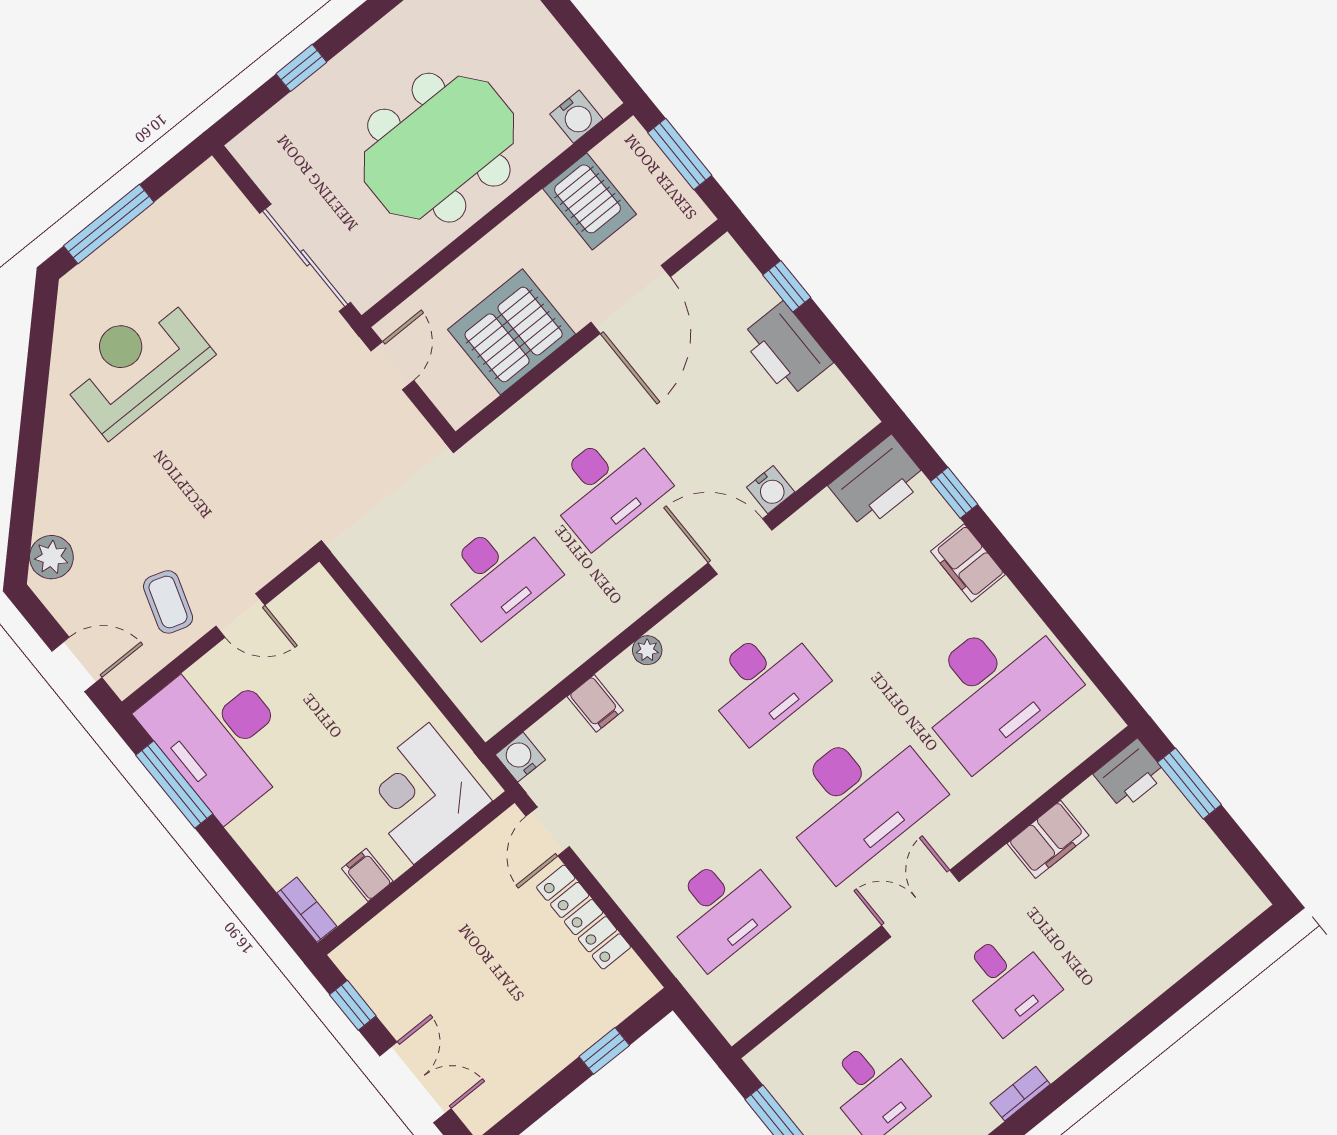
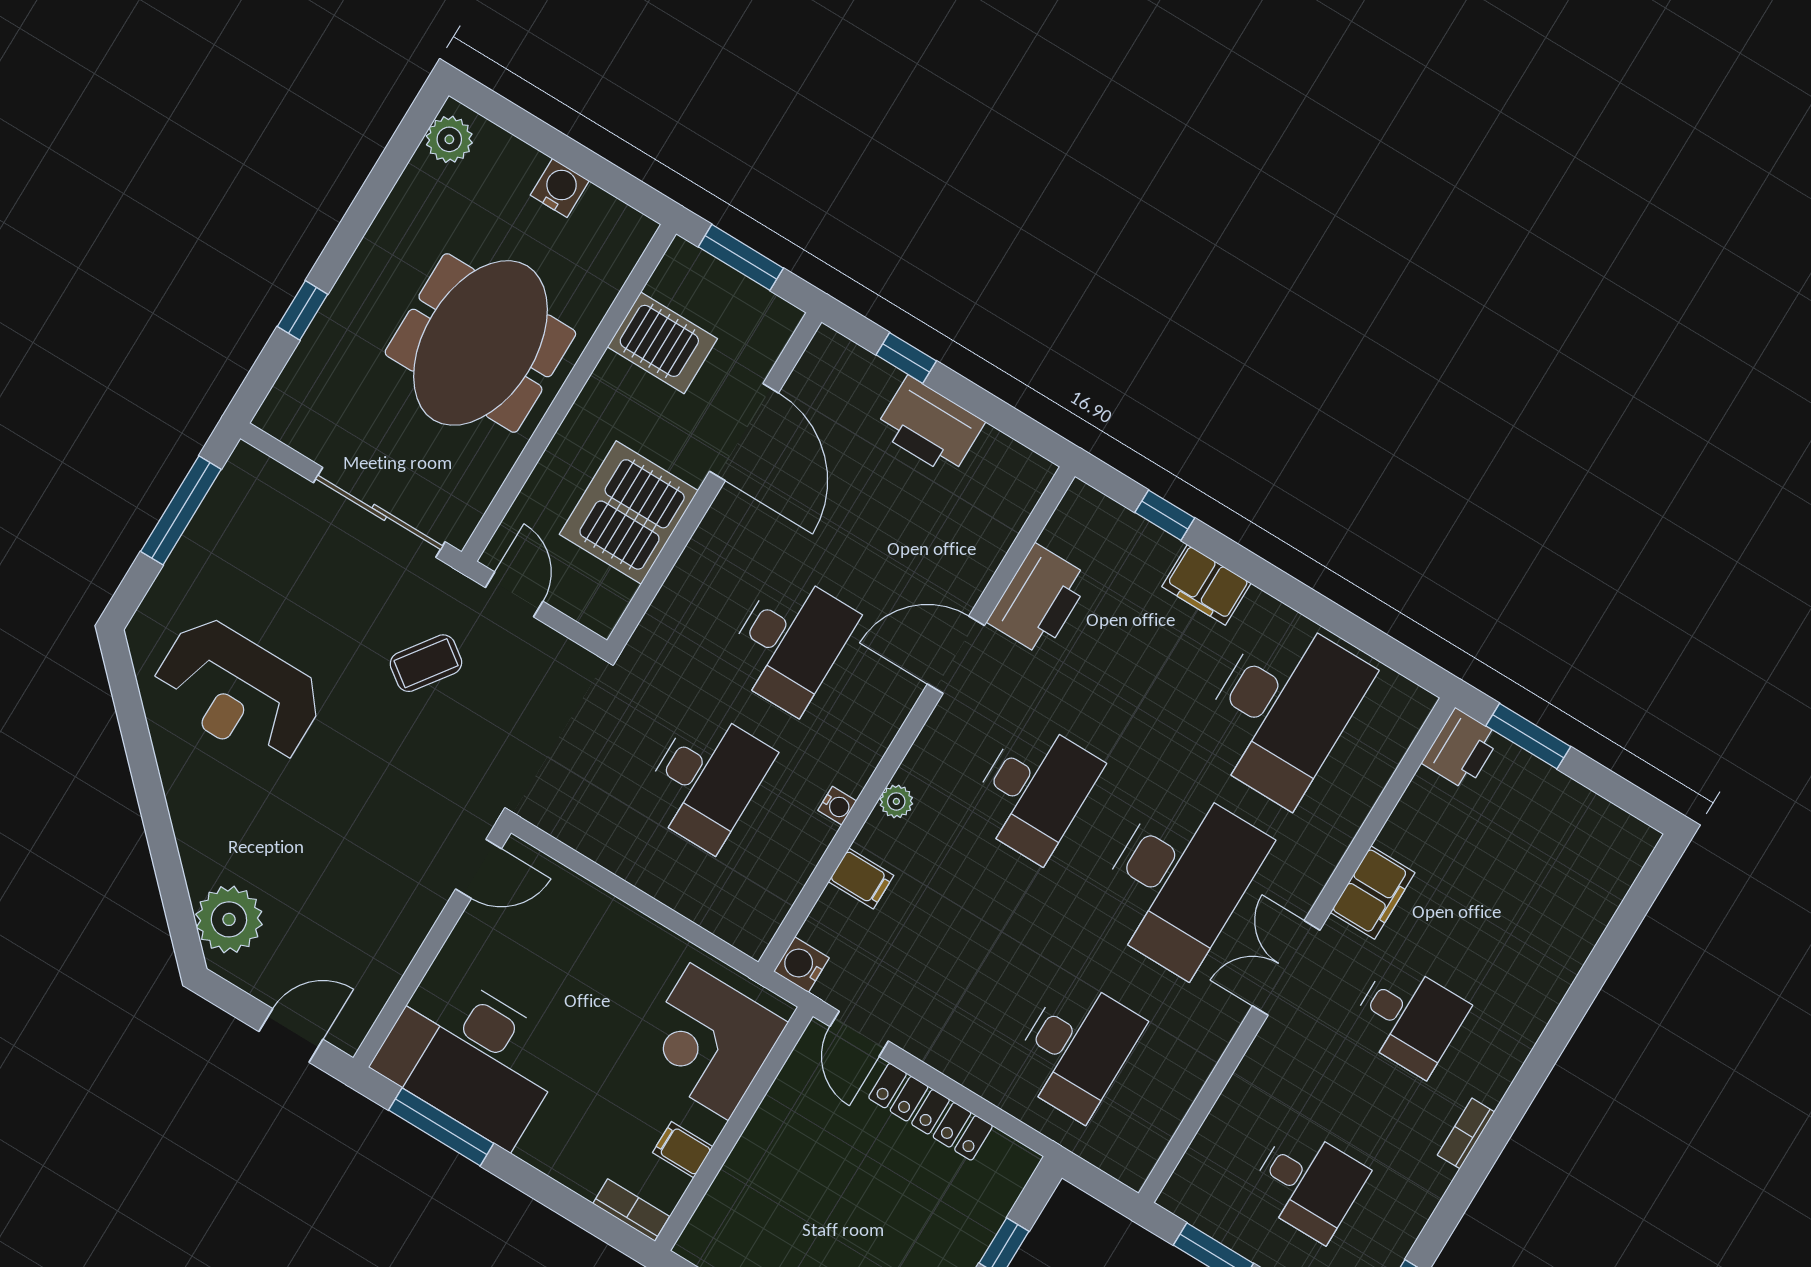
water cooler: (576, 117) -> (560, 188), moved, turned -90
window: (109, 224) -> (181, 510), moved
reception desk: (135, 364) -> (238, 692), turned -90
printer: (878, 483) -> (1039, 600), moved
water cooler: (771, 490) -> (837, 806), moved, width x0.72, depth x0.72
plant: (51, 557) -> (229, 919), width x1.36, depth x1.36
coffee table: (168, 602) -> (426, 663), moved, turned -72
door: (240, 616) -> (479, 869), moved
filing cabinet: (1048, 839) -> (1373, 893), moved

